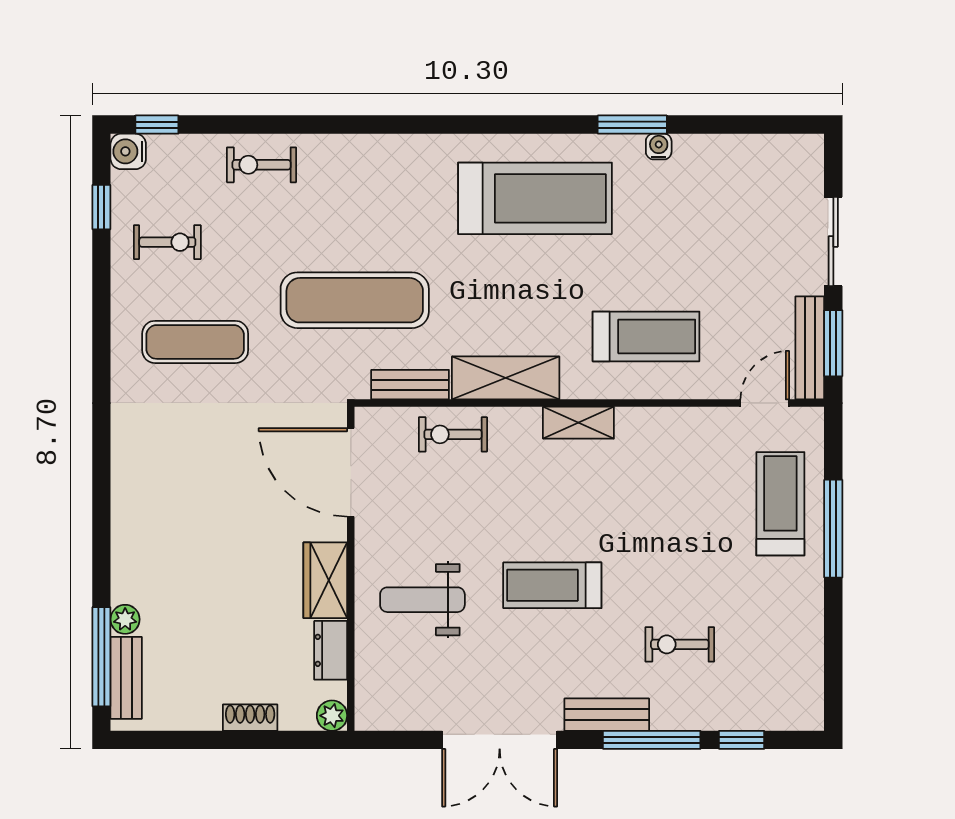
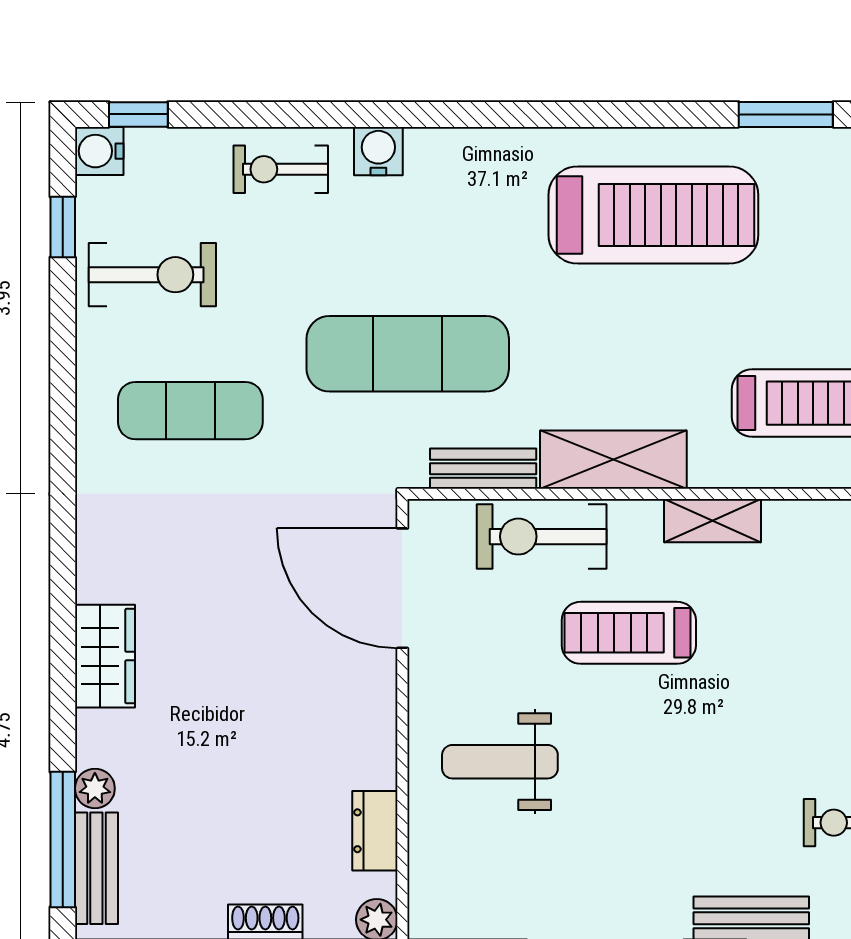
water cooler: (659, 147) -> (378, 151), moved, width x1.38, depth x1.38
exercise bike: (167, 242) -> (152, 275), width x1.38, depth x1.39
exercise bike: (453, 434) -> (542, 537), width x1.38, depth x1.39
wardrobe: (325, 580) -> (105, 656), moved, turned 180
treadmill: (552, 585) -> (629, 633), moved

